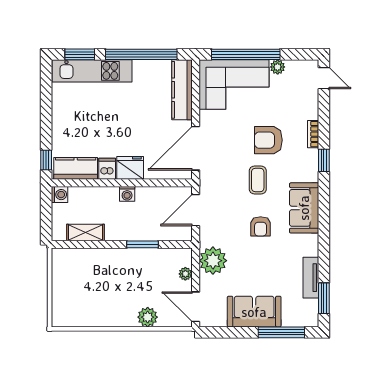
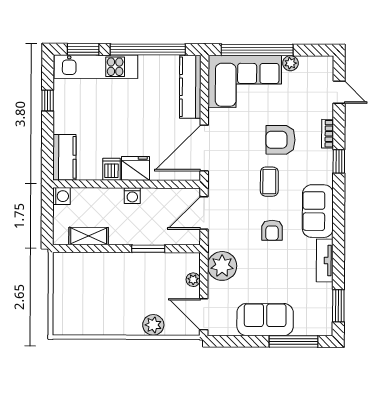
door: (324, 78) -> (339, 92), moved
window: (46, 160) -> (48, 100), moved
kitchen counter: (76, 168) -> (64, 157), moved, turned 90
tv unit: (311, 278) -> (325, 260), moved

